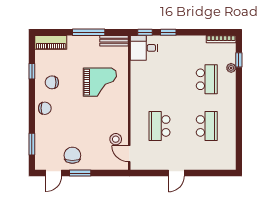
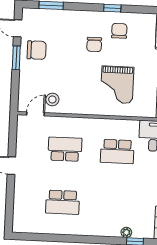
window: (32, 71) -> (112, 8), moved
school desk: (207, 79) -> (117, 152), moved
chair: (45, 108) -> (94, 44), moved

